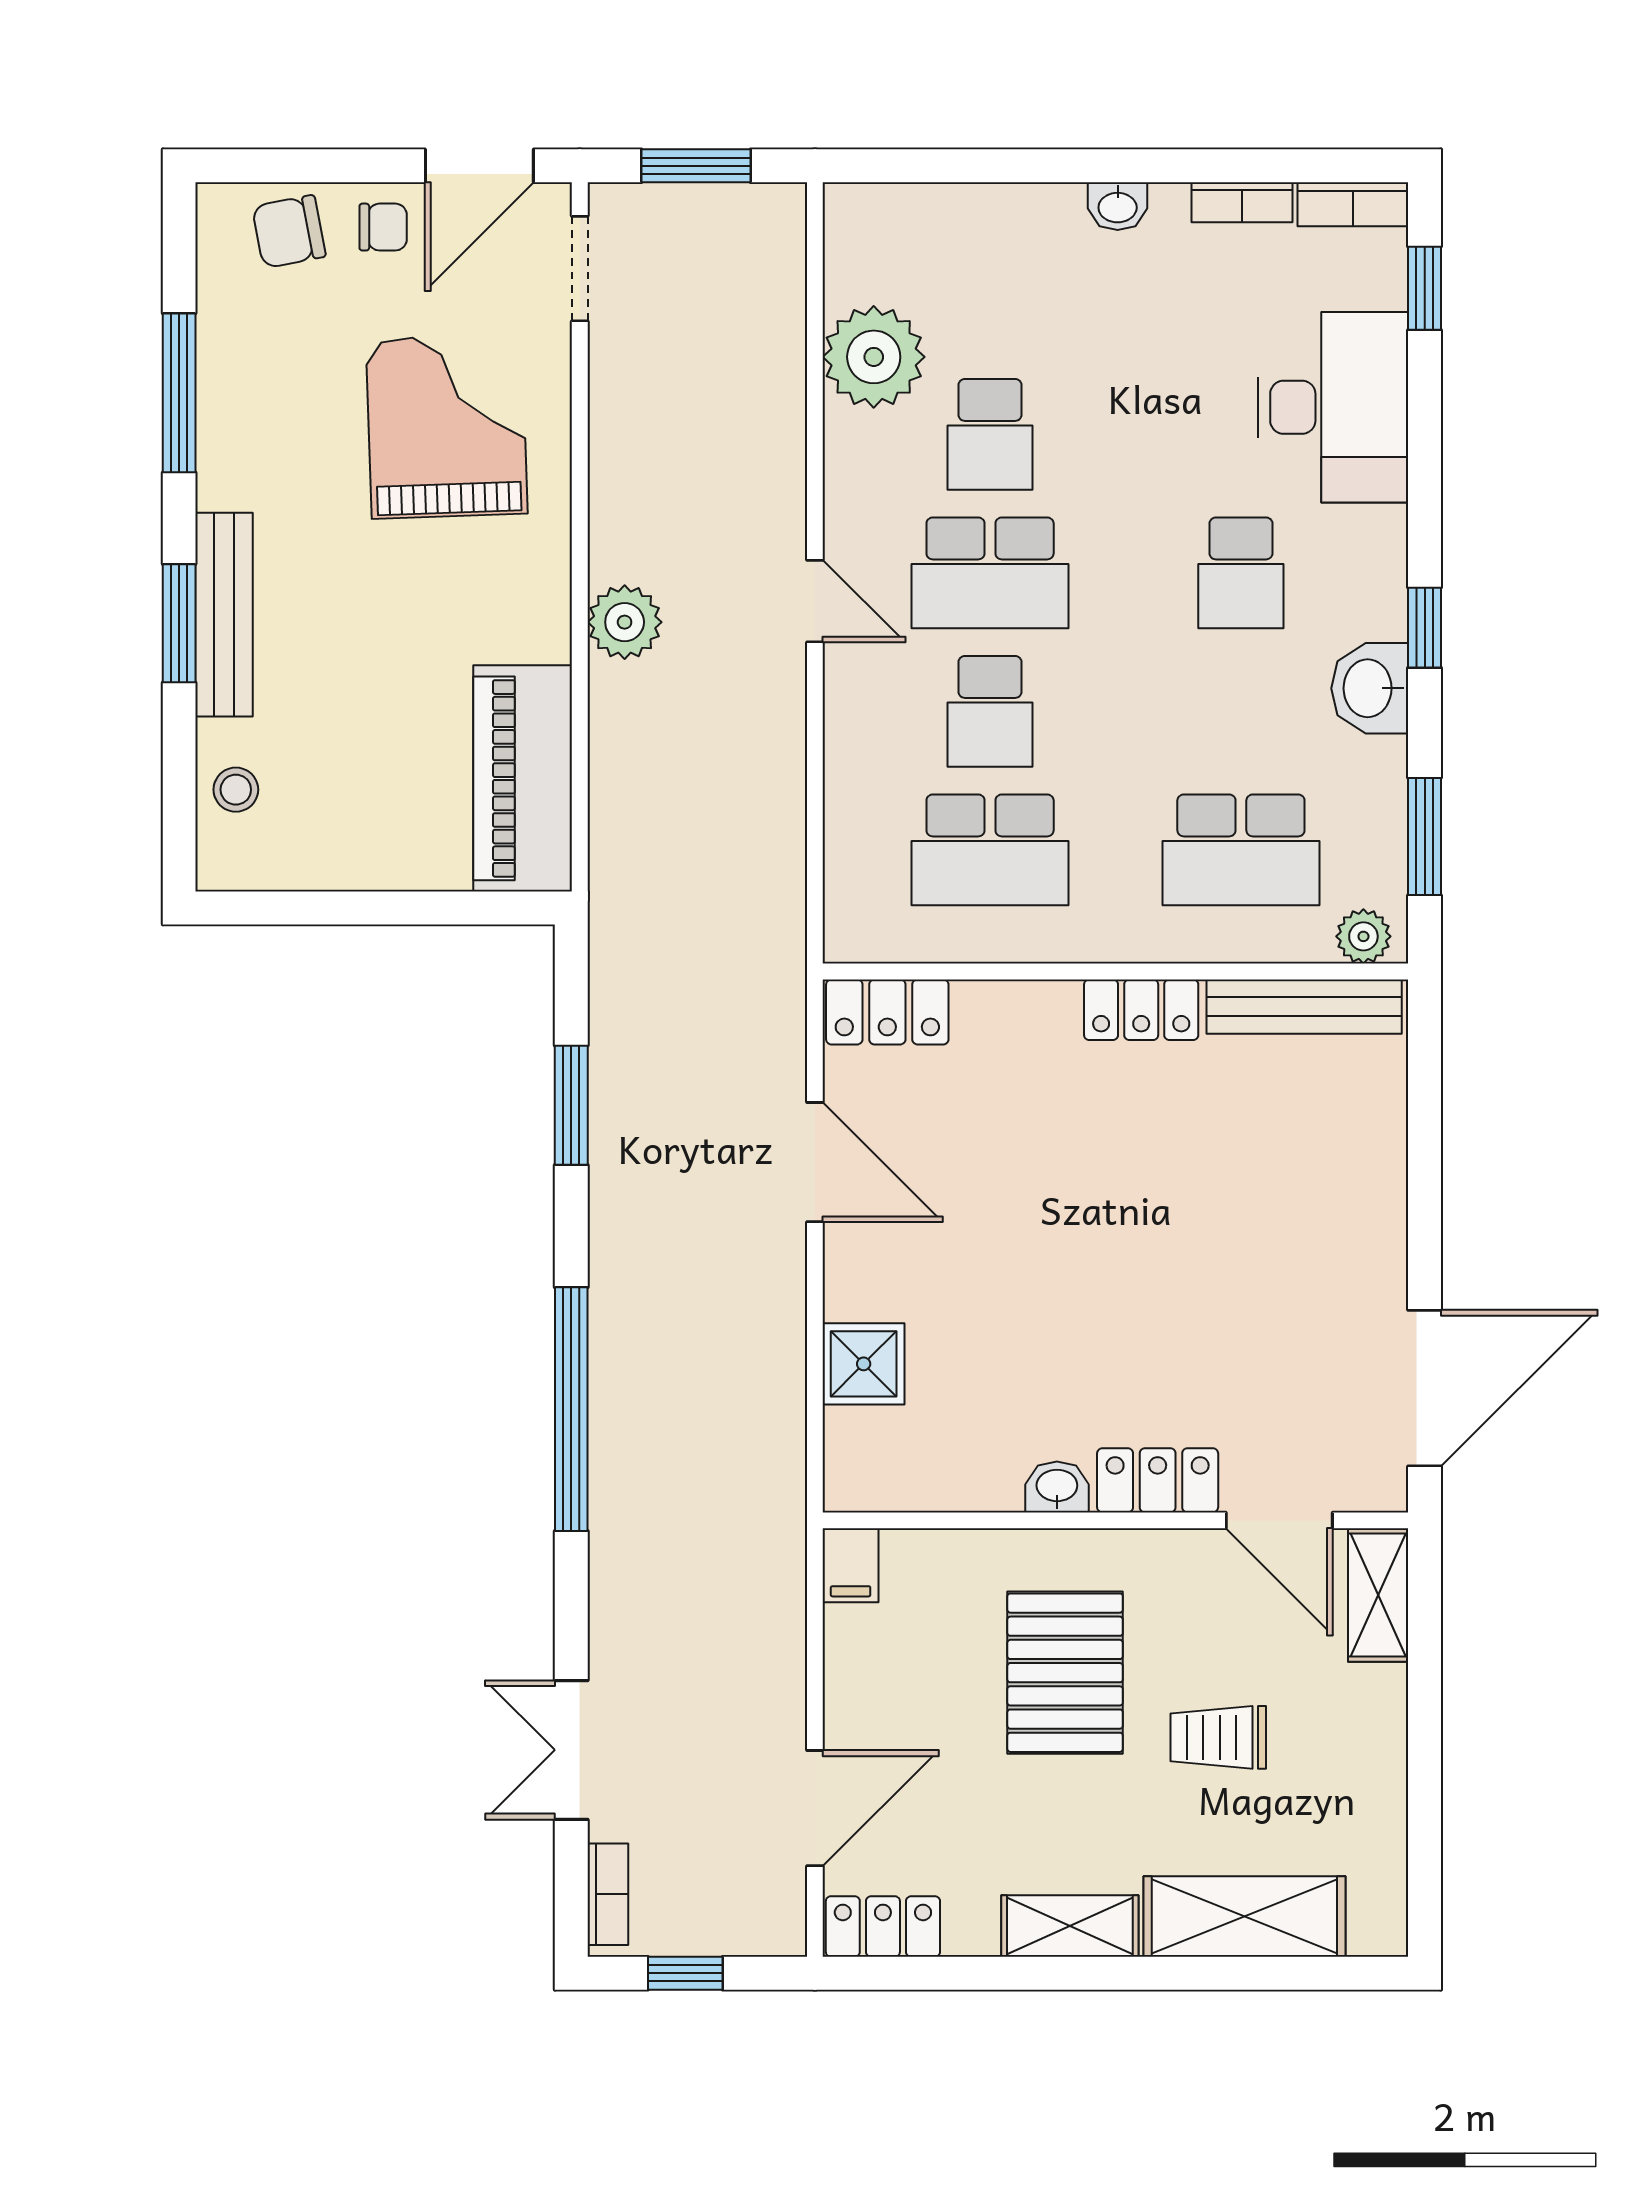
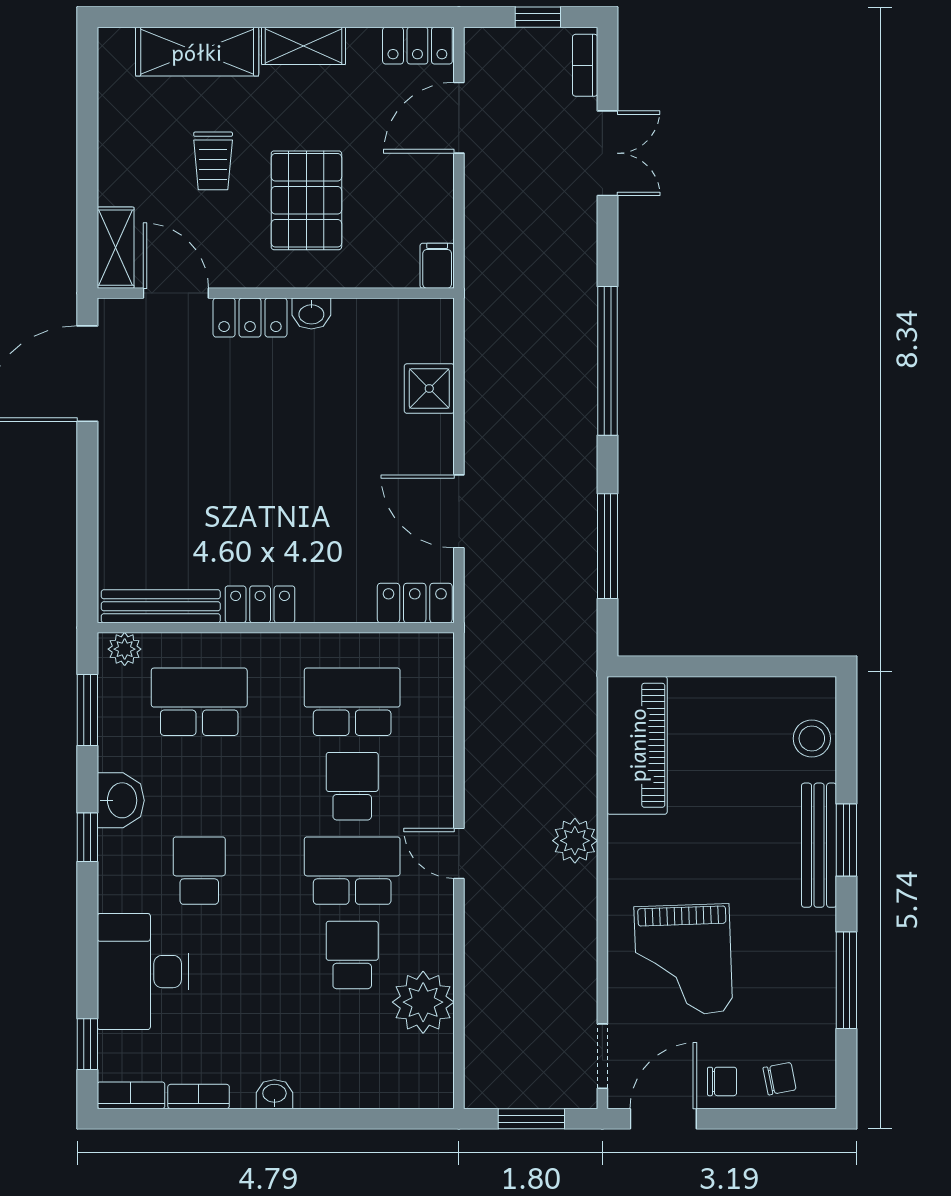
chair: (383, 227) -> (722, 1081), turned 180
chair: (289, 232) -> (780, 1079), width x0.73, depth x0.73
stool: (236, 790) -> (812, 738), width x1.37, depth x1.37
window: (571, 1105) -> (607, 546), width x1.44
trolley: (1218, 1737) -> (213, 161), turned 90

